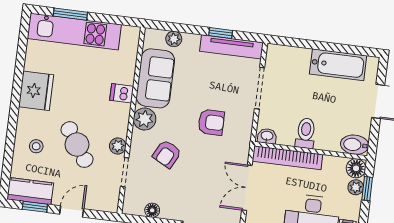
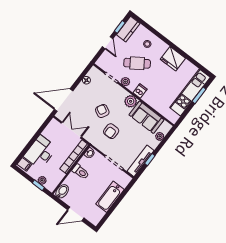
bathtub: (338, 65) -> (110, 197), moved
dishwasher: (122, 93) -> (140, 91), moved
armchair: (167, 154) -> (102, 111), moved
floor lamp: (356, 168) -> (51, 186), removed

